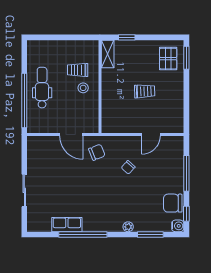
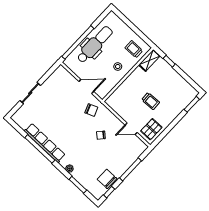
pallet: (168, 59) -> (151, 129), moved
trolley: (78, 70) -> (134, 49), moved
dental chair: (42, 88) -> (95, 45), width x1.36, depth x1.38
door: (71, 135) -> (86, 86), swing flipped
row of seats: (67, 225) -> (45, 143), width x2.02
water cooler: (178, 226) -> (98, 194), removed

